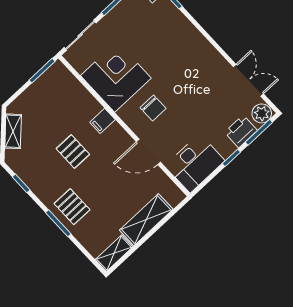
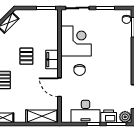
filing cabinet: (102, 121) -> (52, 60), width x2.00
desk: (195, 163) -> (86, 111), moved
shelving: (146, 220) -> (42, 116), moved

